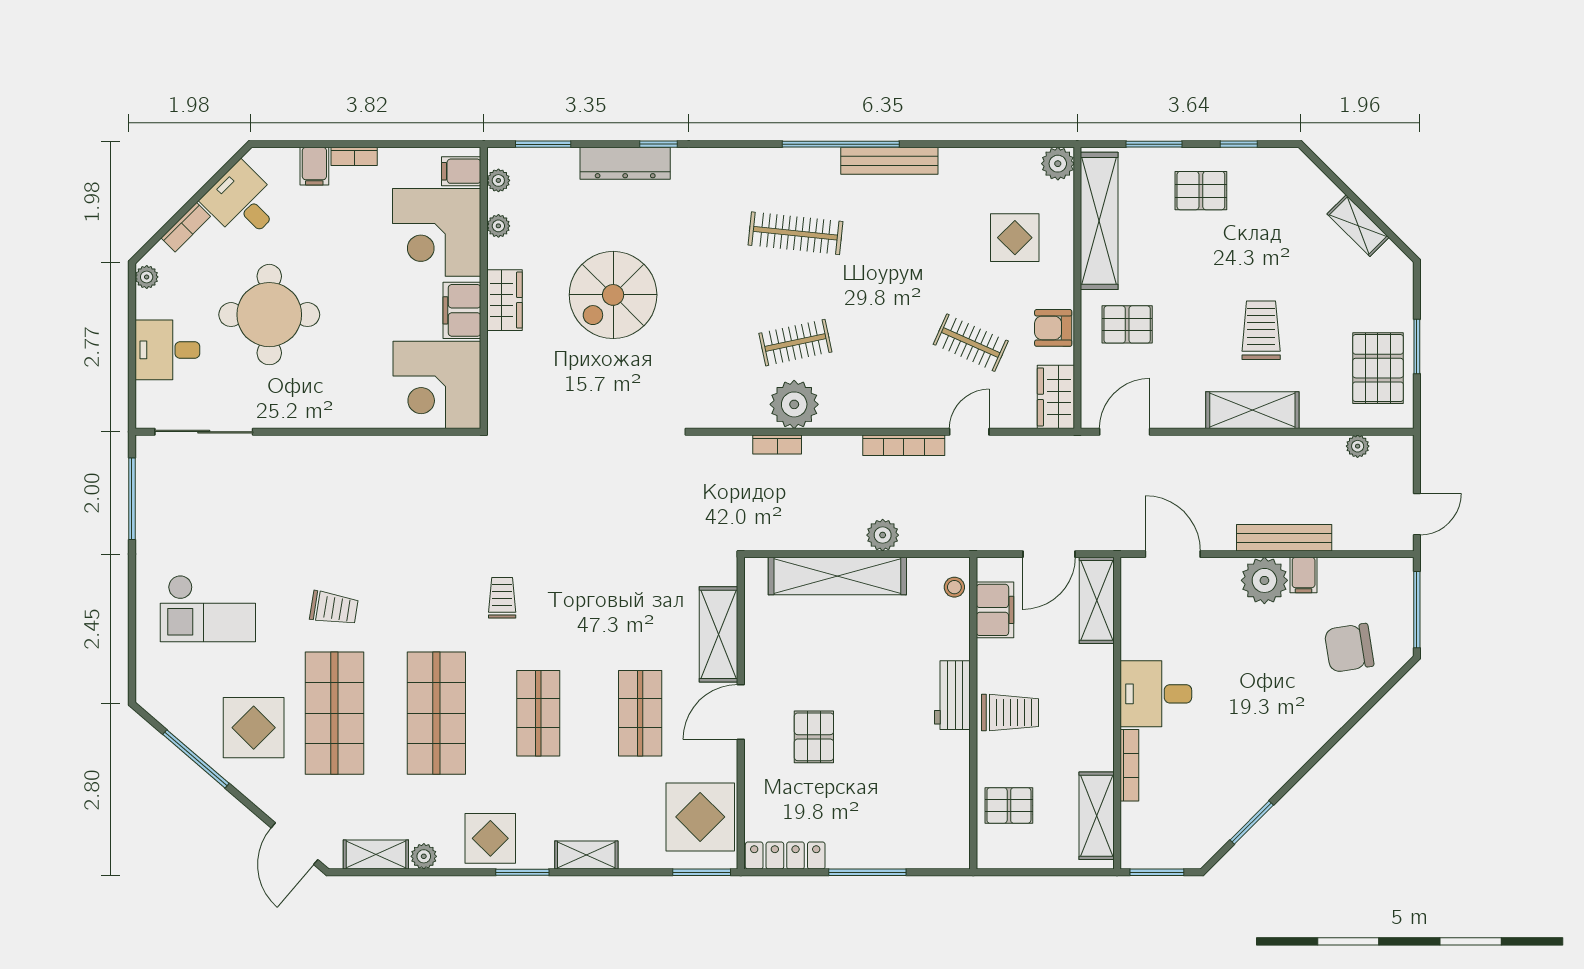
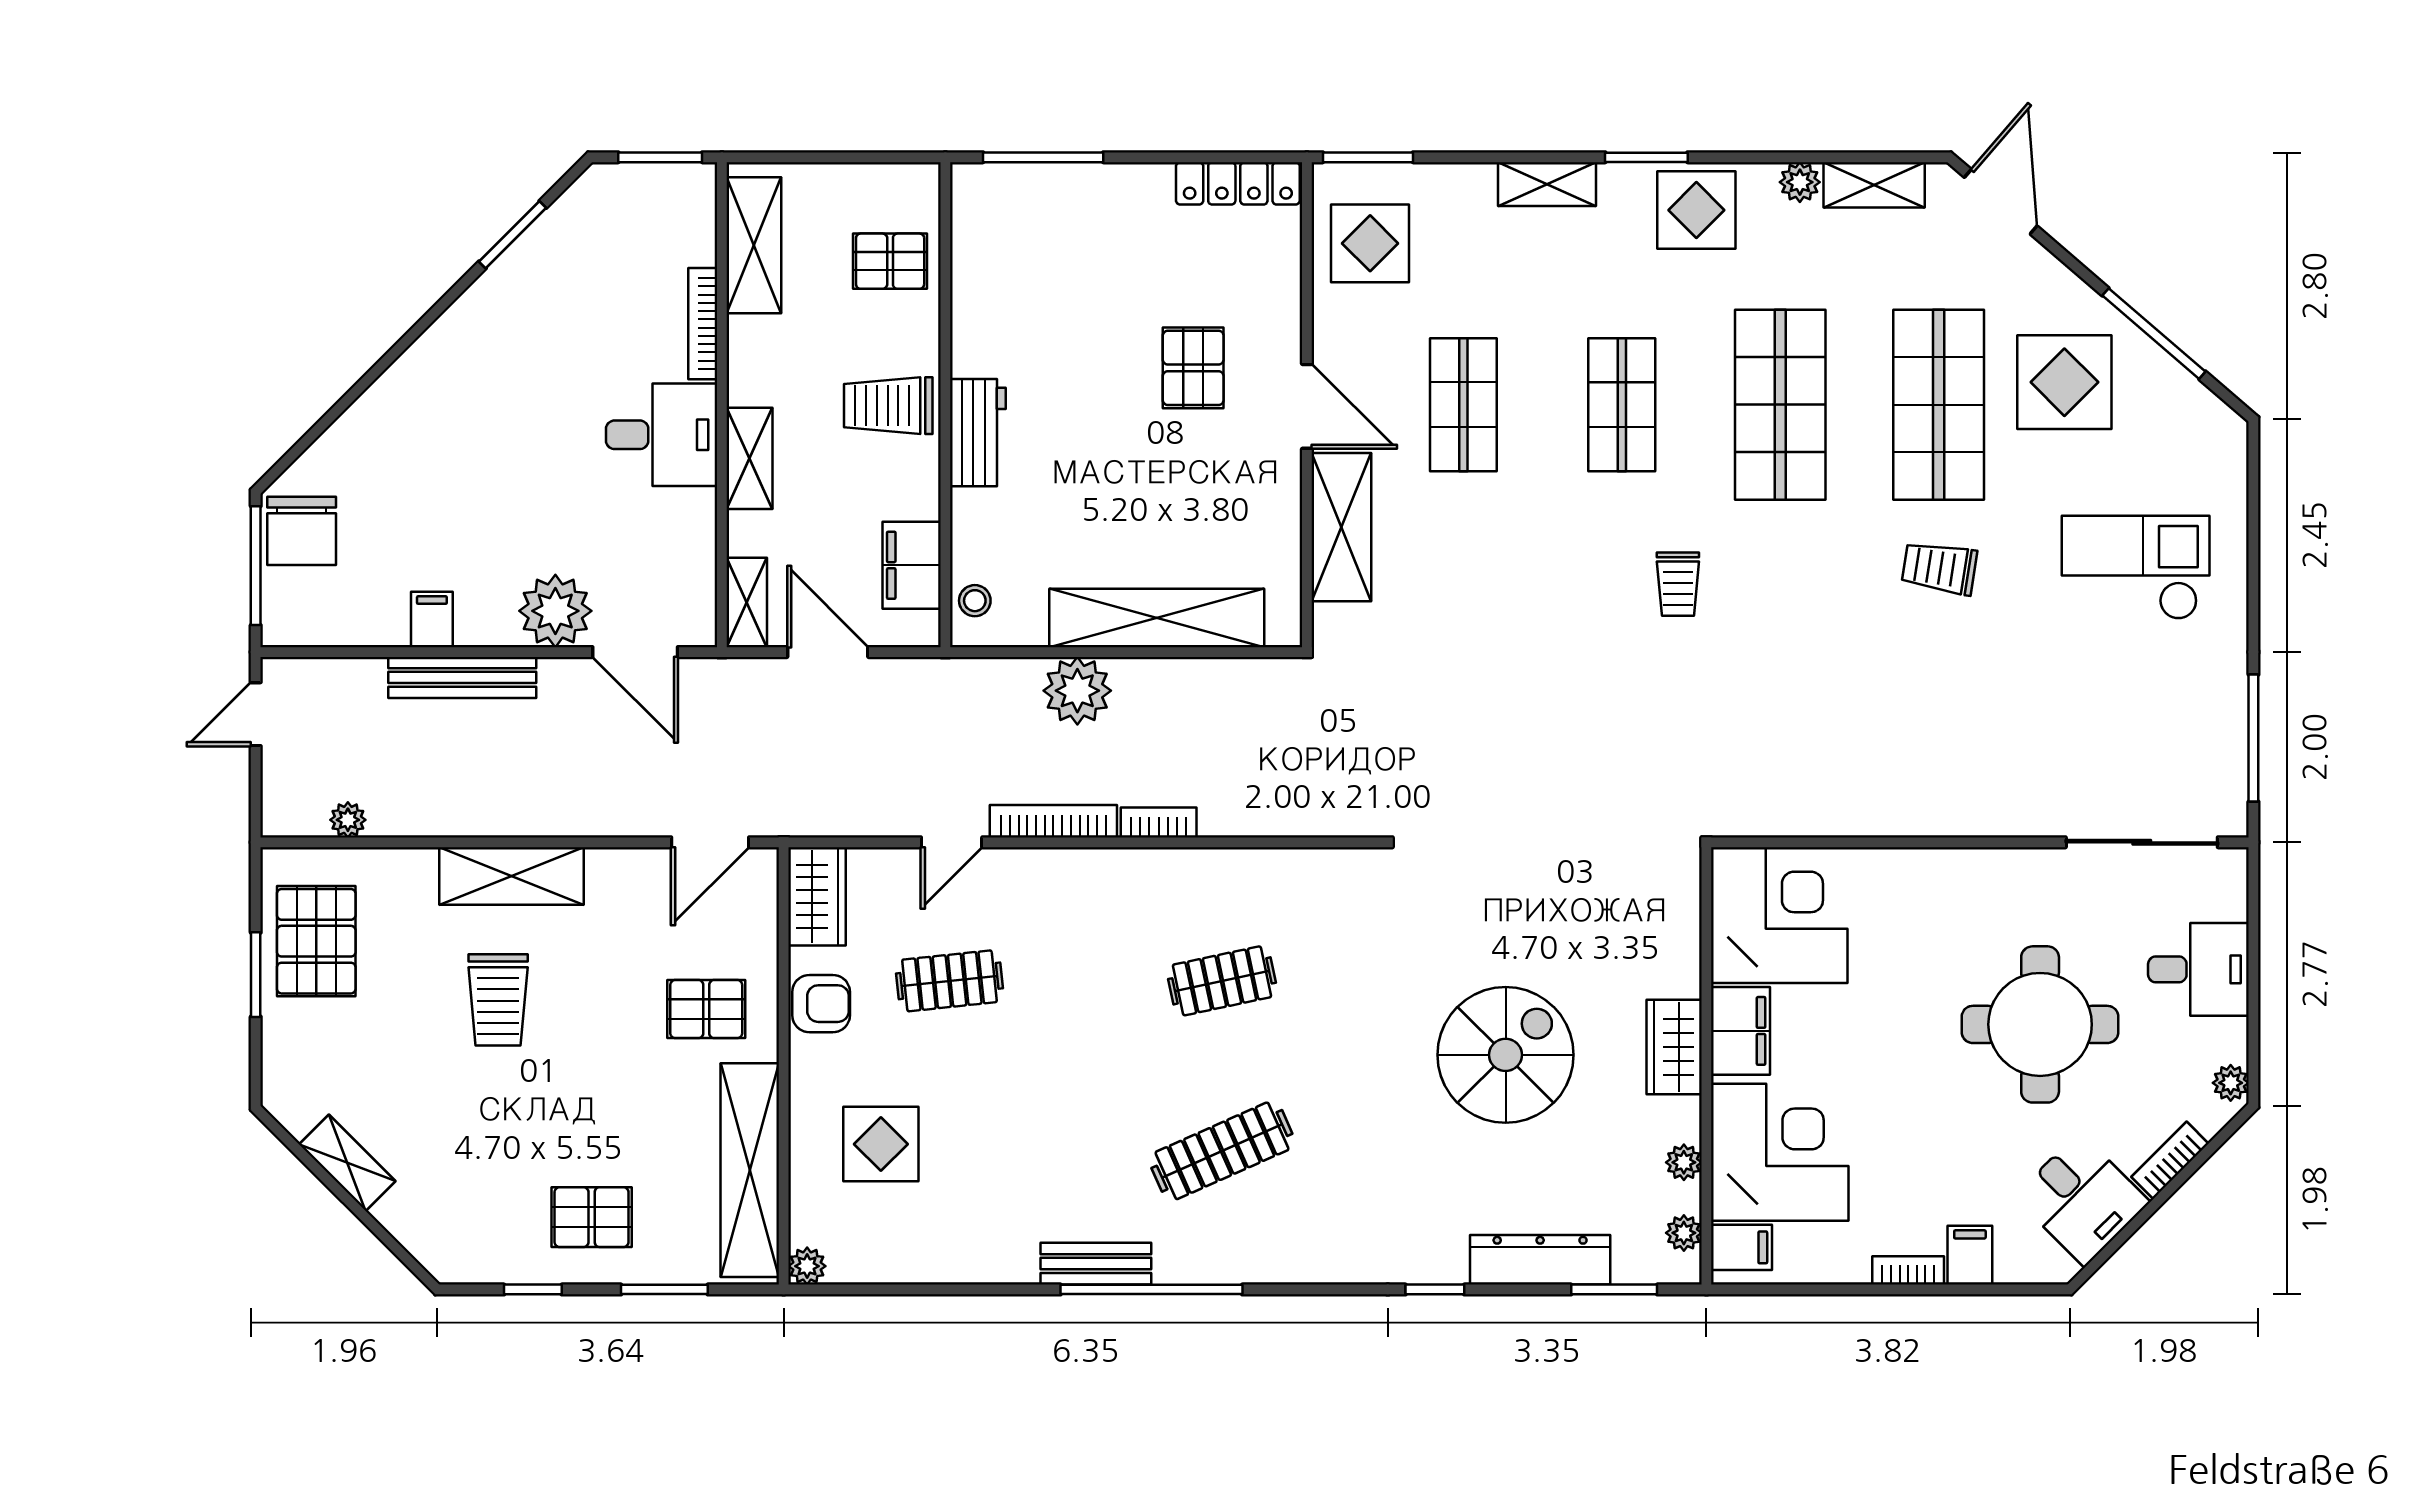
bench: (889, 161) -> (1096, 1264), width x0.73
dresser: (625, 163) -> (1540, 1260), moved
plant: (1058, 164) -> (807, 1266), width x0.73, depth x0.73
clothes rail: (795, 233) -> (1222, 1151), turned -30
clothes rail: (971, 343) -> (949, 981), turned -30
plant: (794, 404) -> (1224, 885), removed
bookcase: (777, 444) -> (1159, 822), moved
plant: (883, 535) -> (1077, 691), width x1.36, depth x1.36
door: (1049, 554) -> (828, 652), hinge flipped
plant: (1264, 580) -> (555, 611), moved
shelving: (1097, 600) -> (747, 603), width x0.67, depth x0.75
chair: (1349, 648) -> (302, 531), moved, turned 99
shelving: (1099, 679) -> (749, 458), added
door: (741, 712) -> (1307, 406), hinge flipped
display table: (700, 817) -> (1370, 243), width x0.73, depth x0.73
window: (867, 872) -> (1043, 157), moved

